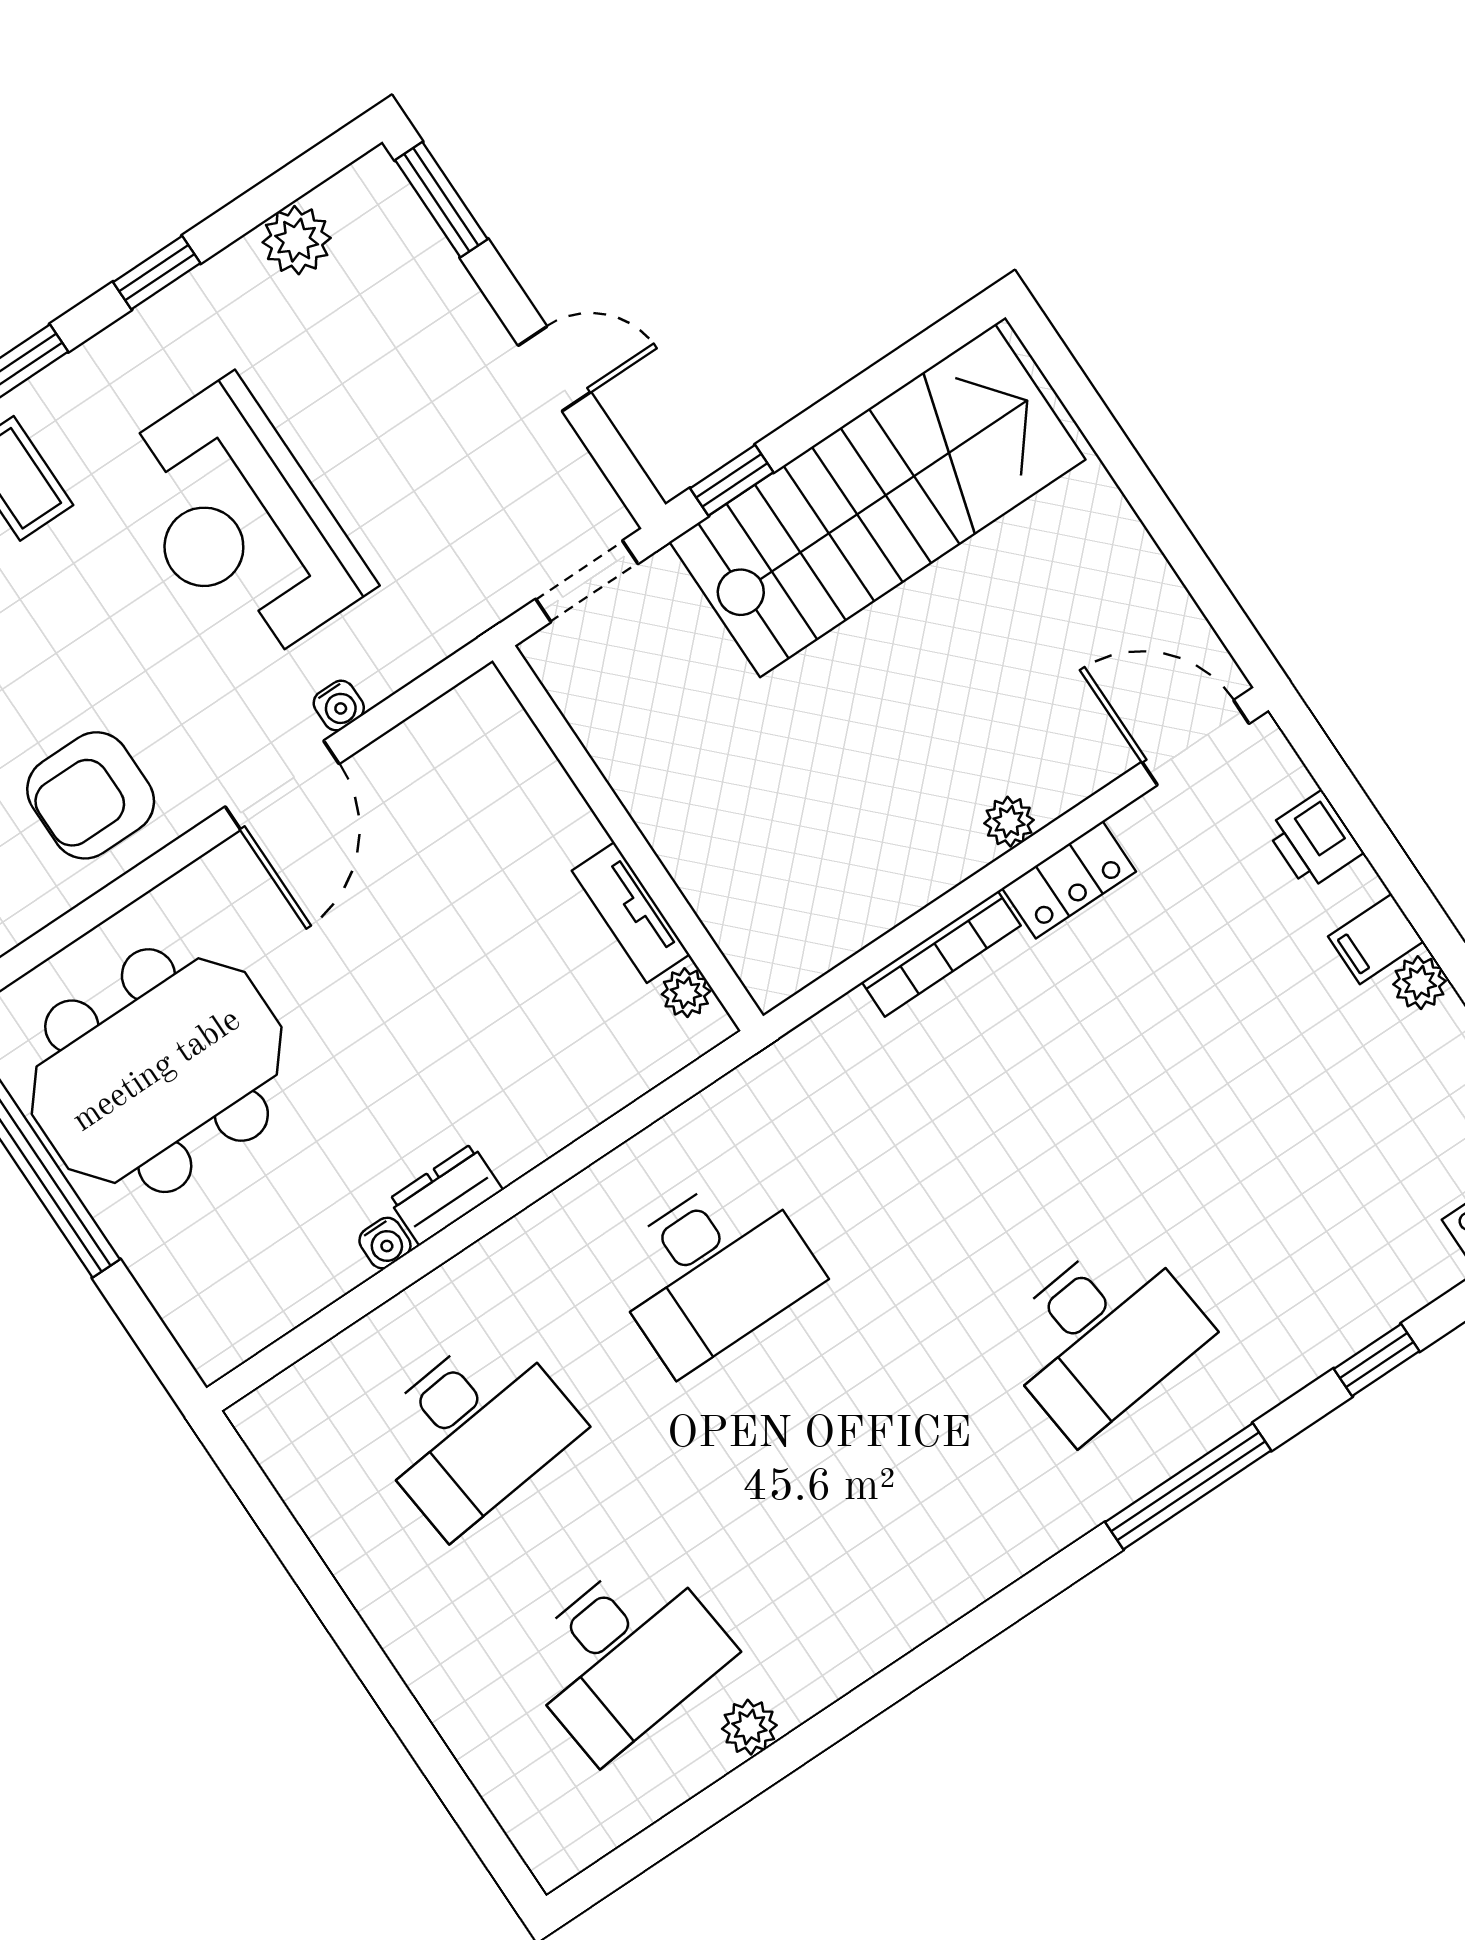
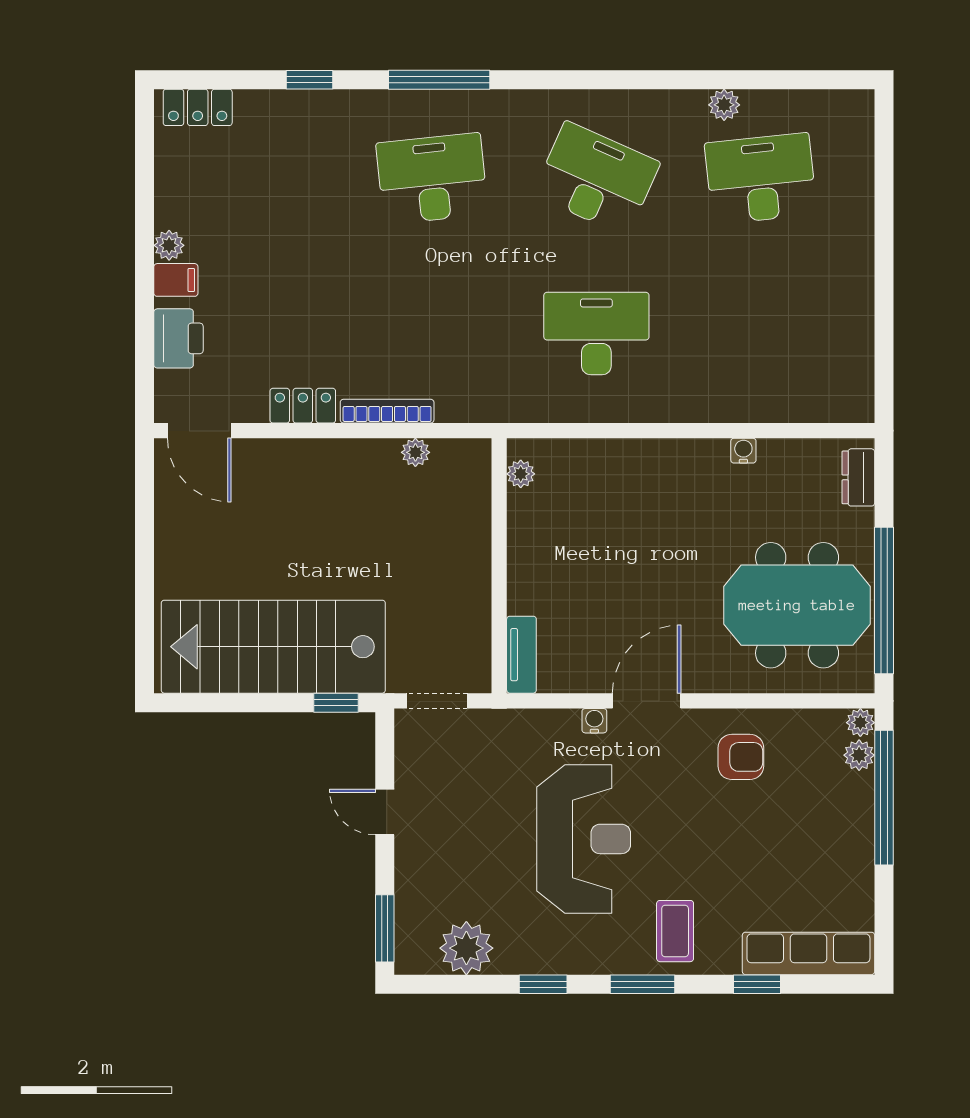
plant: (297, 240) -> (466, 948), width x1.36, depth x1.36
armchair: (91, 795) -> (741, 757), width x0.72, depth x0.72
plant: (1009, 822) -> (415, 452), moved
printer: (1314, 840) -> (178, 338), width x1.36, depth x1.24
tv unit: (631, 913) -> (521, 655), moved
dresser: (446, 1195) -> (858, 477), moved, turned 90
desk: (474, 1430) -> (596, 179), moved, turned 30

